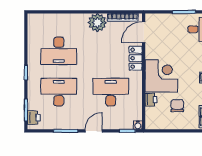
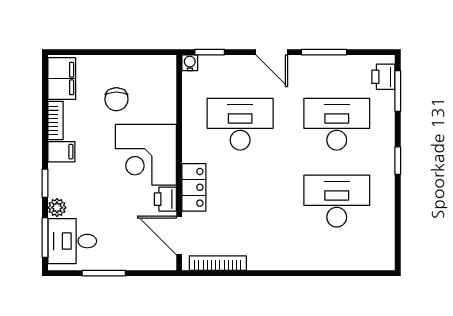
plant: (97, 23) -> (265, 253), removed
door: (144, 32) -> (179, 235), swing flipped
desk: (59, 92) -> (337, 124), turned 180
desk: (111, 92) -> (240, 124), turned 180
printer: (151, 100) -> (165, 199), moved
door: (94, 131) -> (272, 52), hinge flipped

